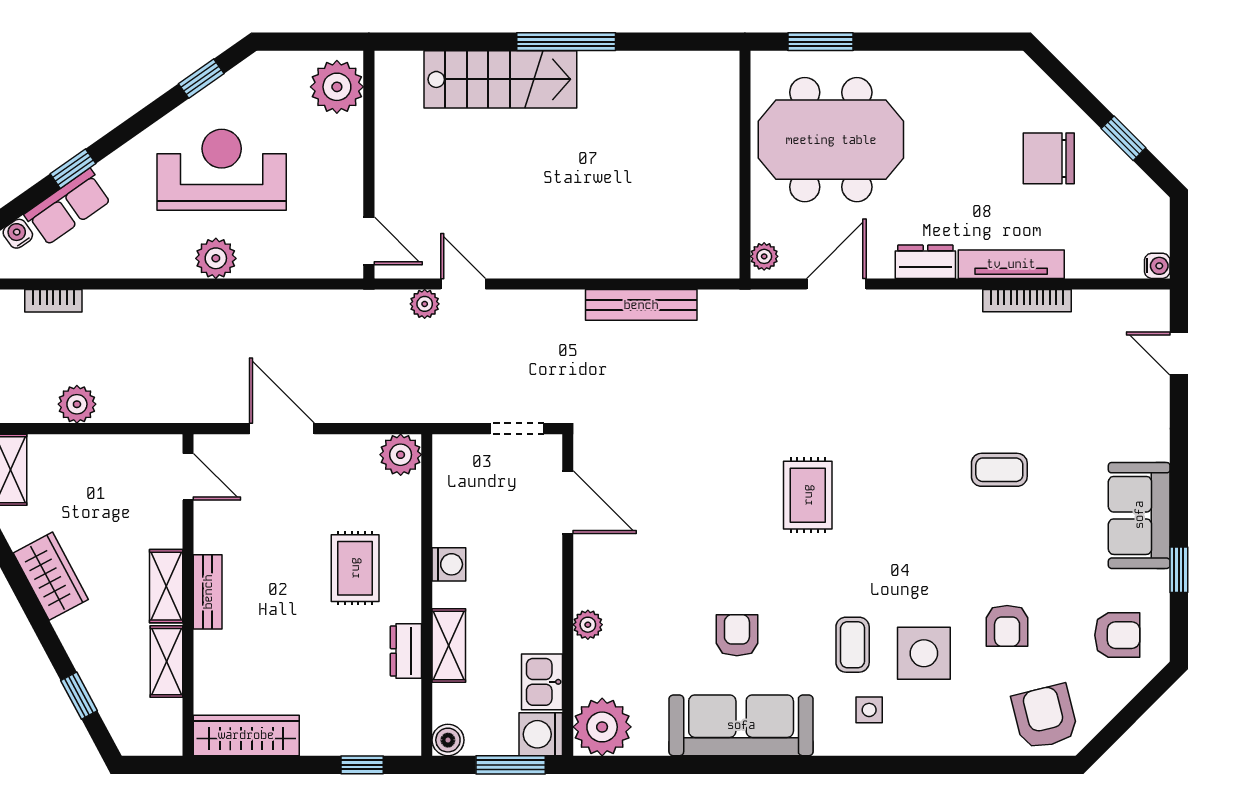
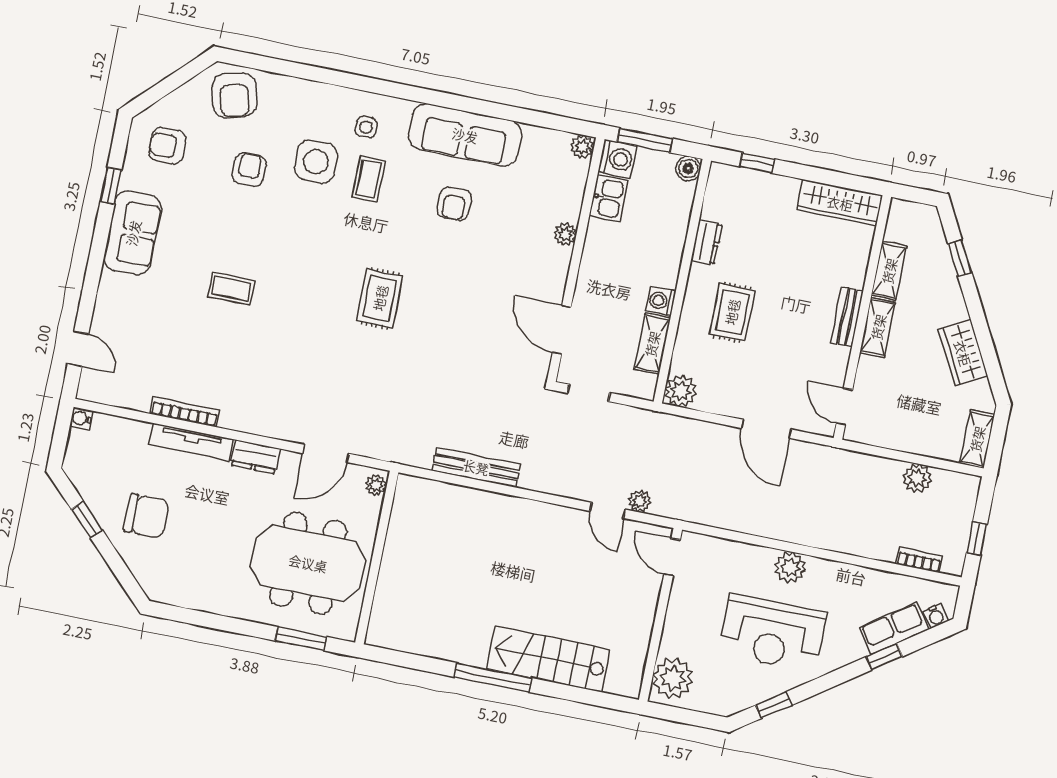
shelving: (449, 646) -> (652, 344), moved
plant: (602, 727) -> (582, 147), width x0.53, depth x0.53

